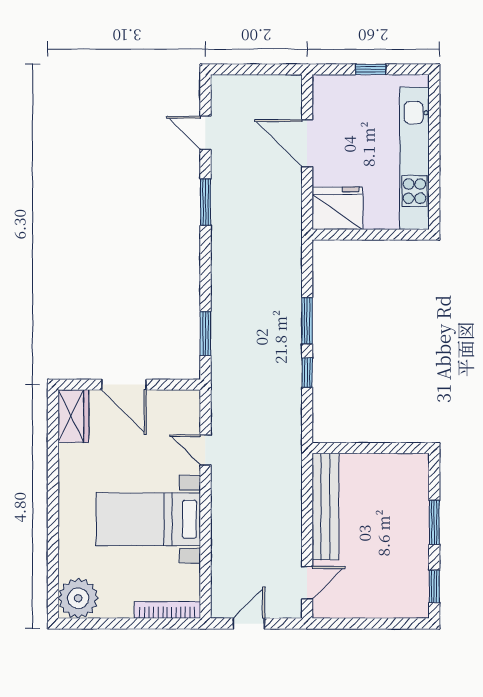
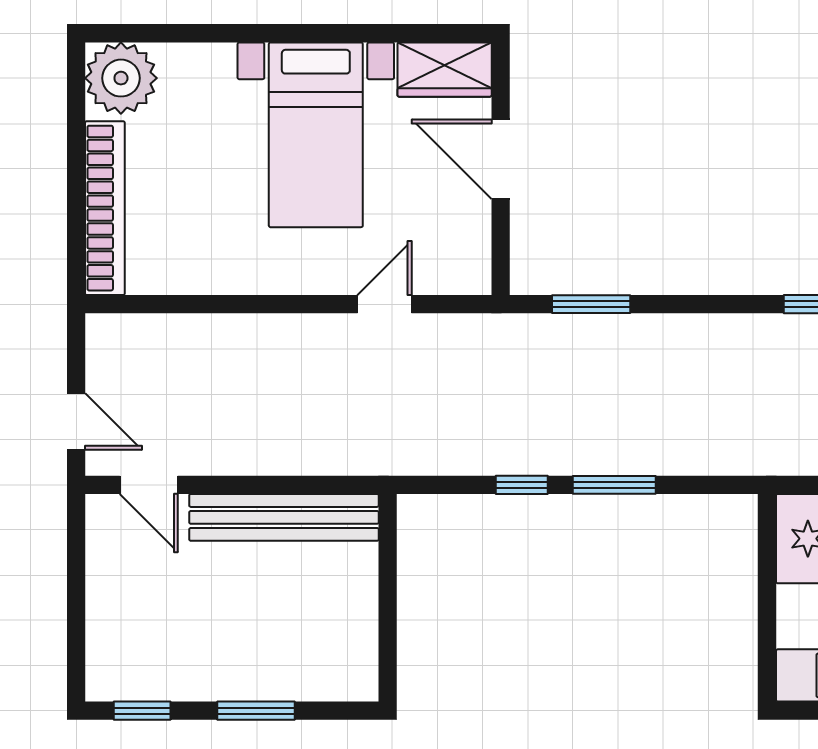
door: (124, 385) -> (501, 159), hinge flipped
bed with nightstands: (148, 519) -> (316, 135), moved, turned 180
bookcase: (167, 610) -> (105, 208), width x1.48, depth x1.31
door: (249, 624) -> (76, 421), moved

